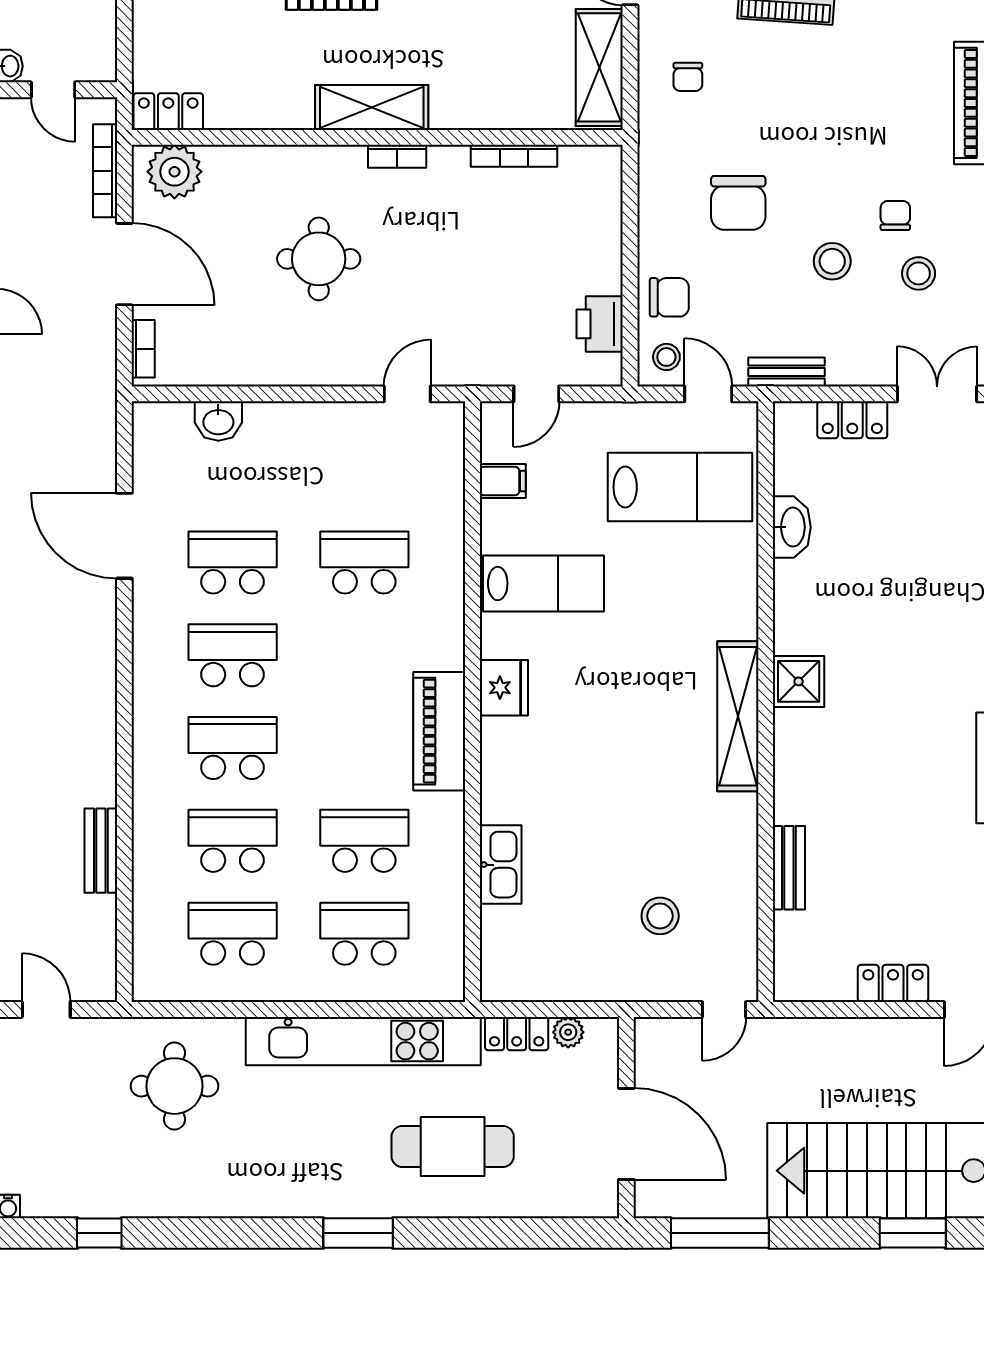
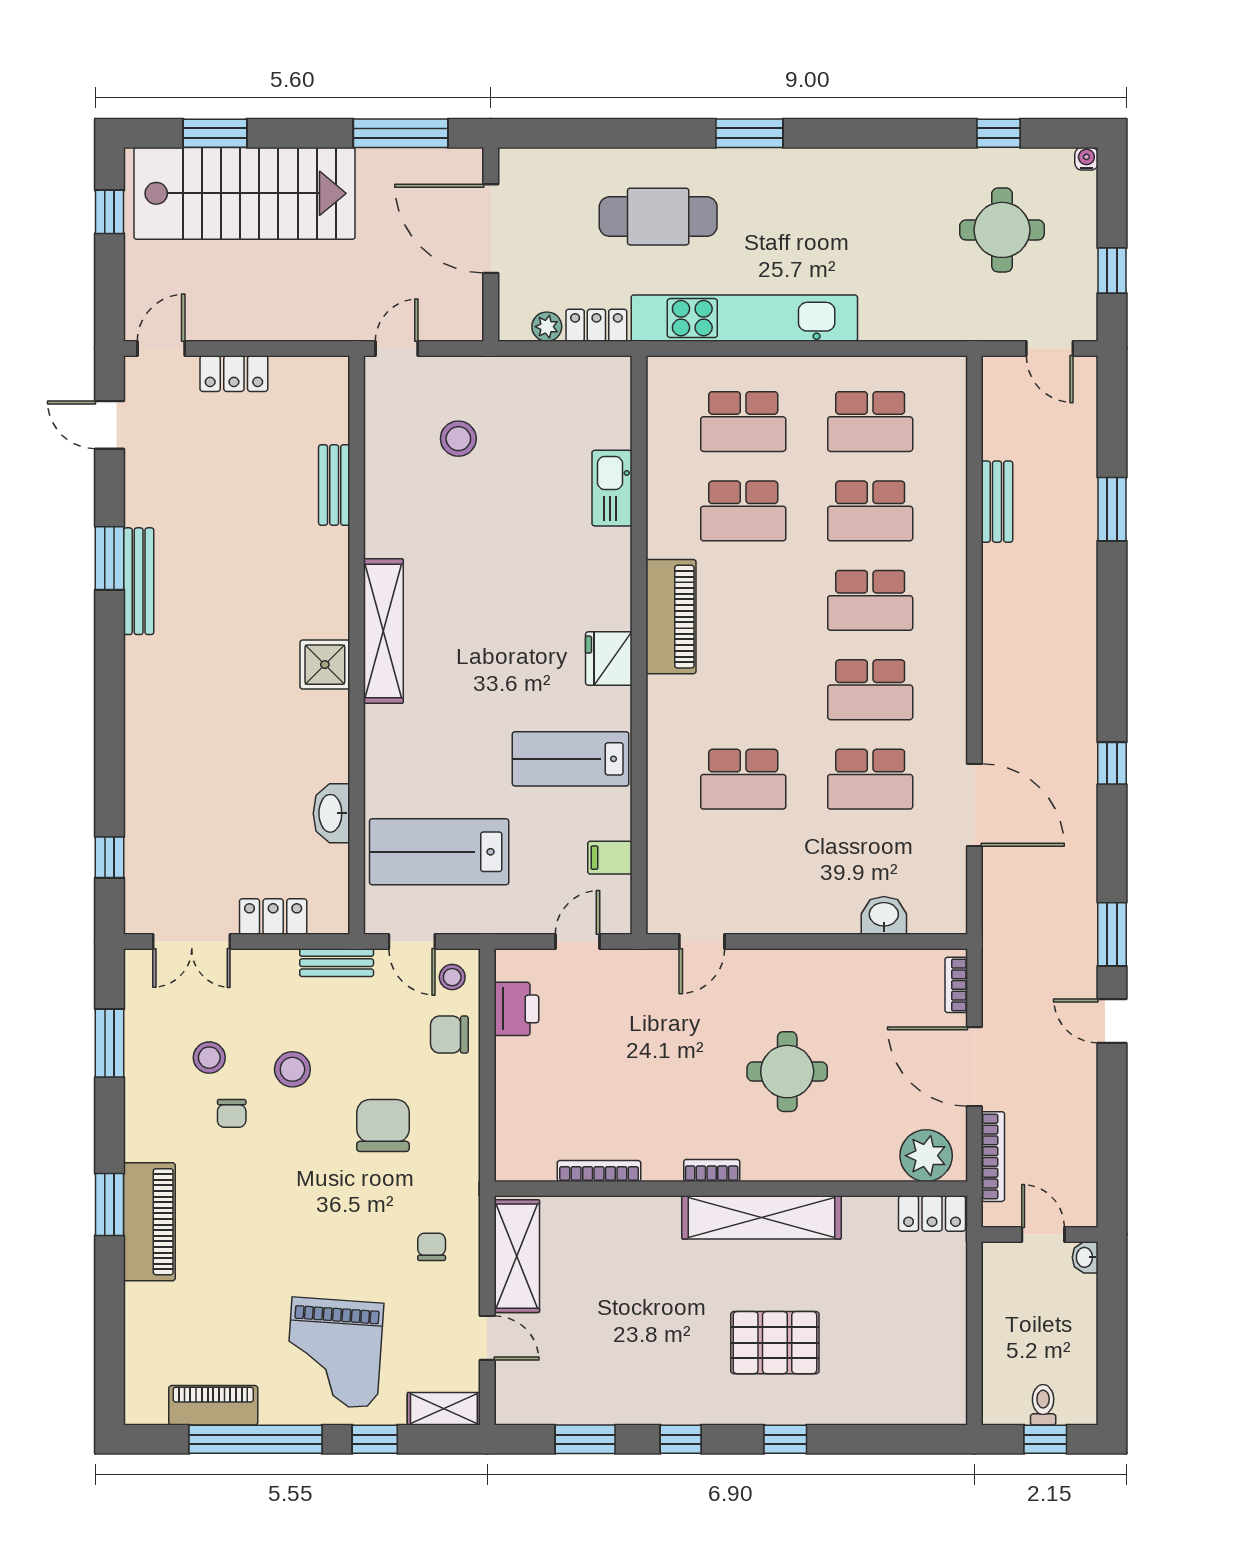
shelving: (372, 107) -> (761, 1217), width x1.47
round table: (174, 1086) -> (1002, 230), moved

